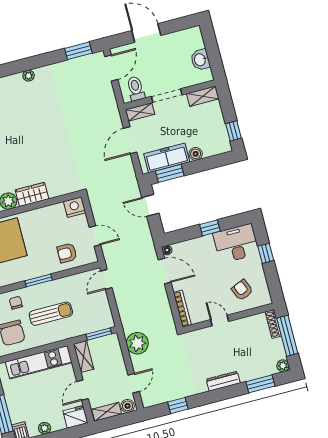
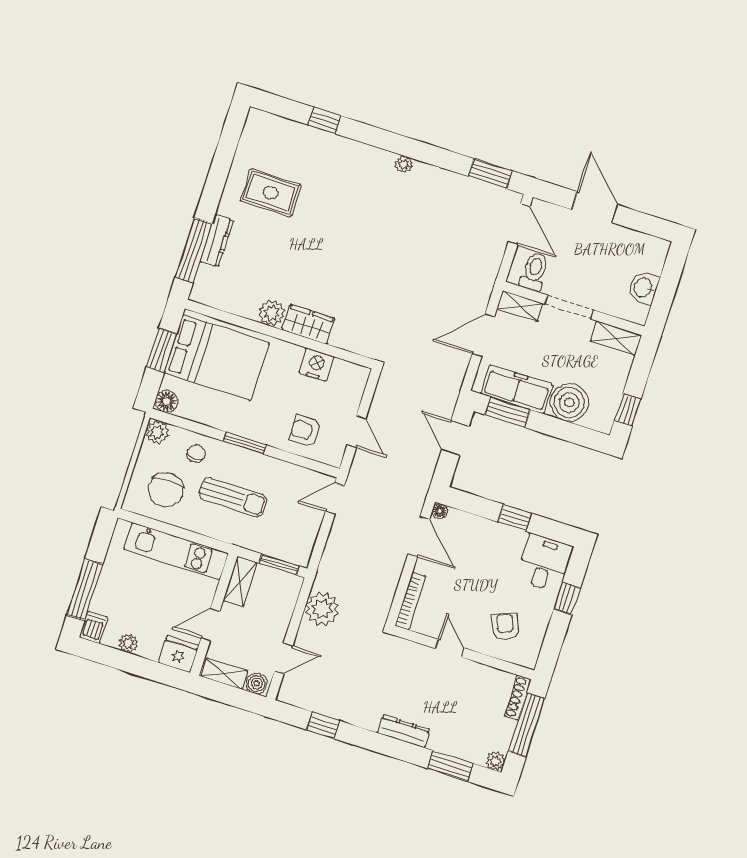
door: (111, 68) -> (519, 224), hinge flipped
boiler: (196, 154) -> (569, 403), width x1.86, depth x1.86
nightstand: (75, 207) -> (316, 365), moved
desk: (236, 244) -> (545, 563), width x0.73

